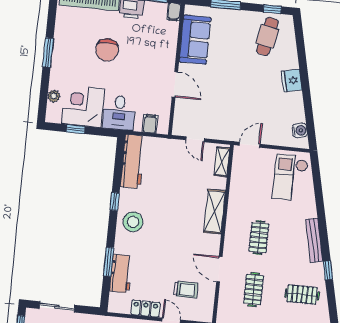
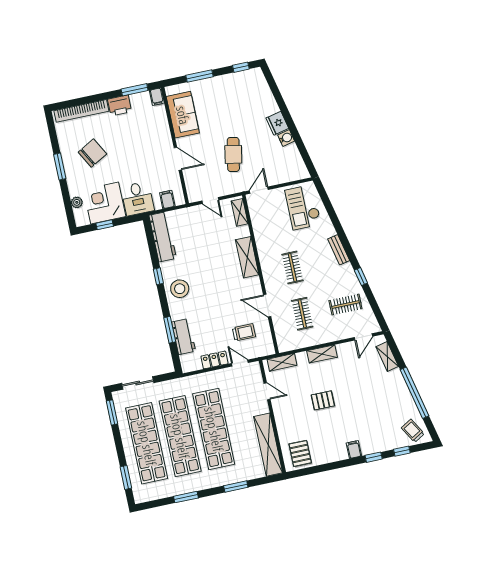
cafe table: (267, 36) -> (233, 154), moved
chair: (107, 50) -> (92, 153), moved, turned -119
water cooler: (300, 130) -> (286, 138), moved
bench: (314, 240) -> (339, 250), width x0.73

